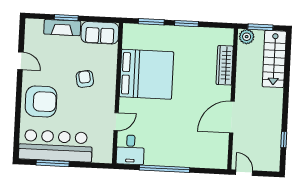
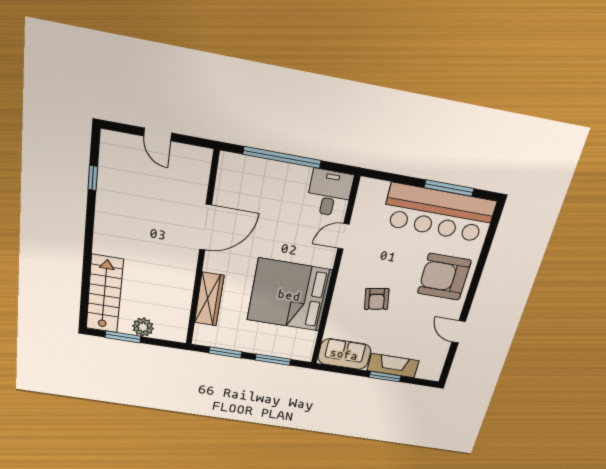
wardrobe: (225, 65) -> (209, 299), moved
wall: (233, 99) -> (202, 253), moved
door: (232, 117) -> (205, 227), moved

